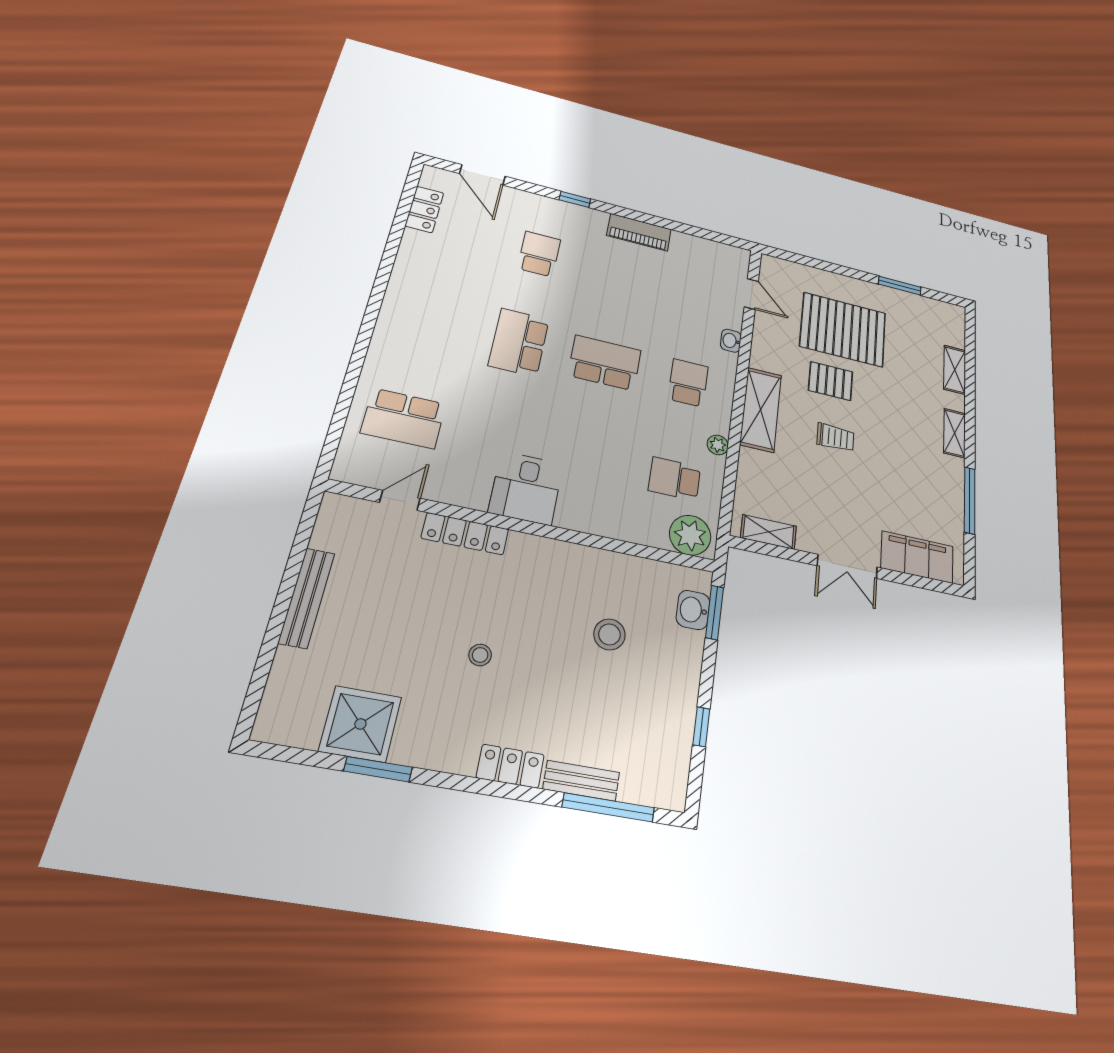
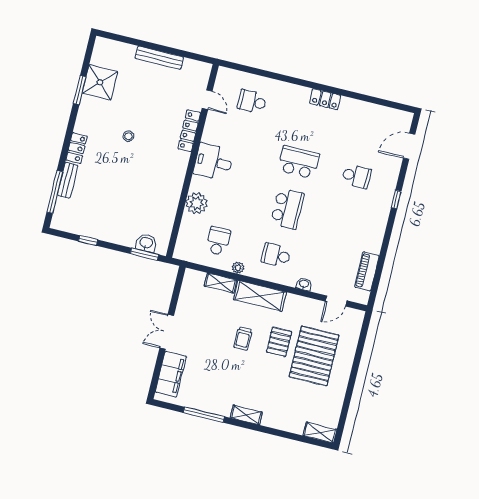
locker: (424, 209) -> (325, 99), moved
piano: (639, 232) -> (367, 271), moved
window: (900, 286) -> (347, 400), removed
shelving: (955, 370) -> (320, 432), moved
school desk: (688, 383) -> (276, 255), turned 180
school desk: (404, 418) -> (252, 102), width x0.54
shelving: (768, 532) -> (221, 283), moved, turned 90
plant: (690, 535) -> (197, 203), moved
stool: (609, 634) -> (135, 199), removed

